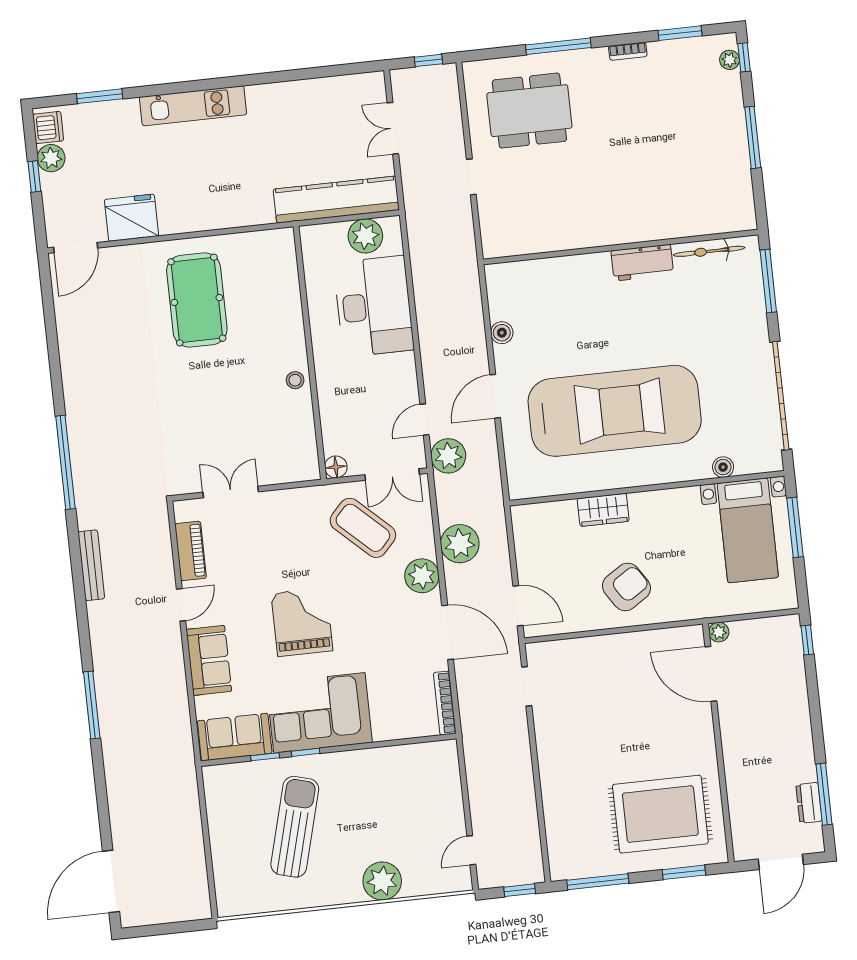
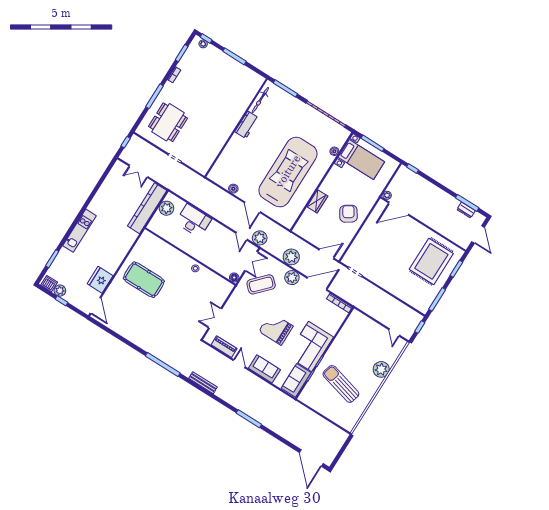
desk: (374, 306) -> (193, 221), width x0.73, depth x0.77

